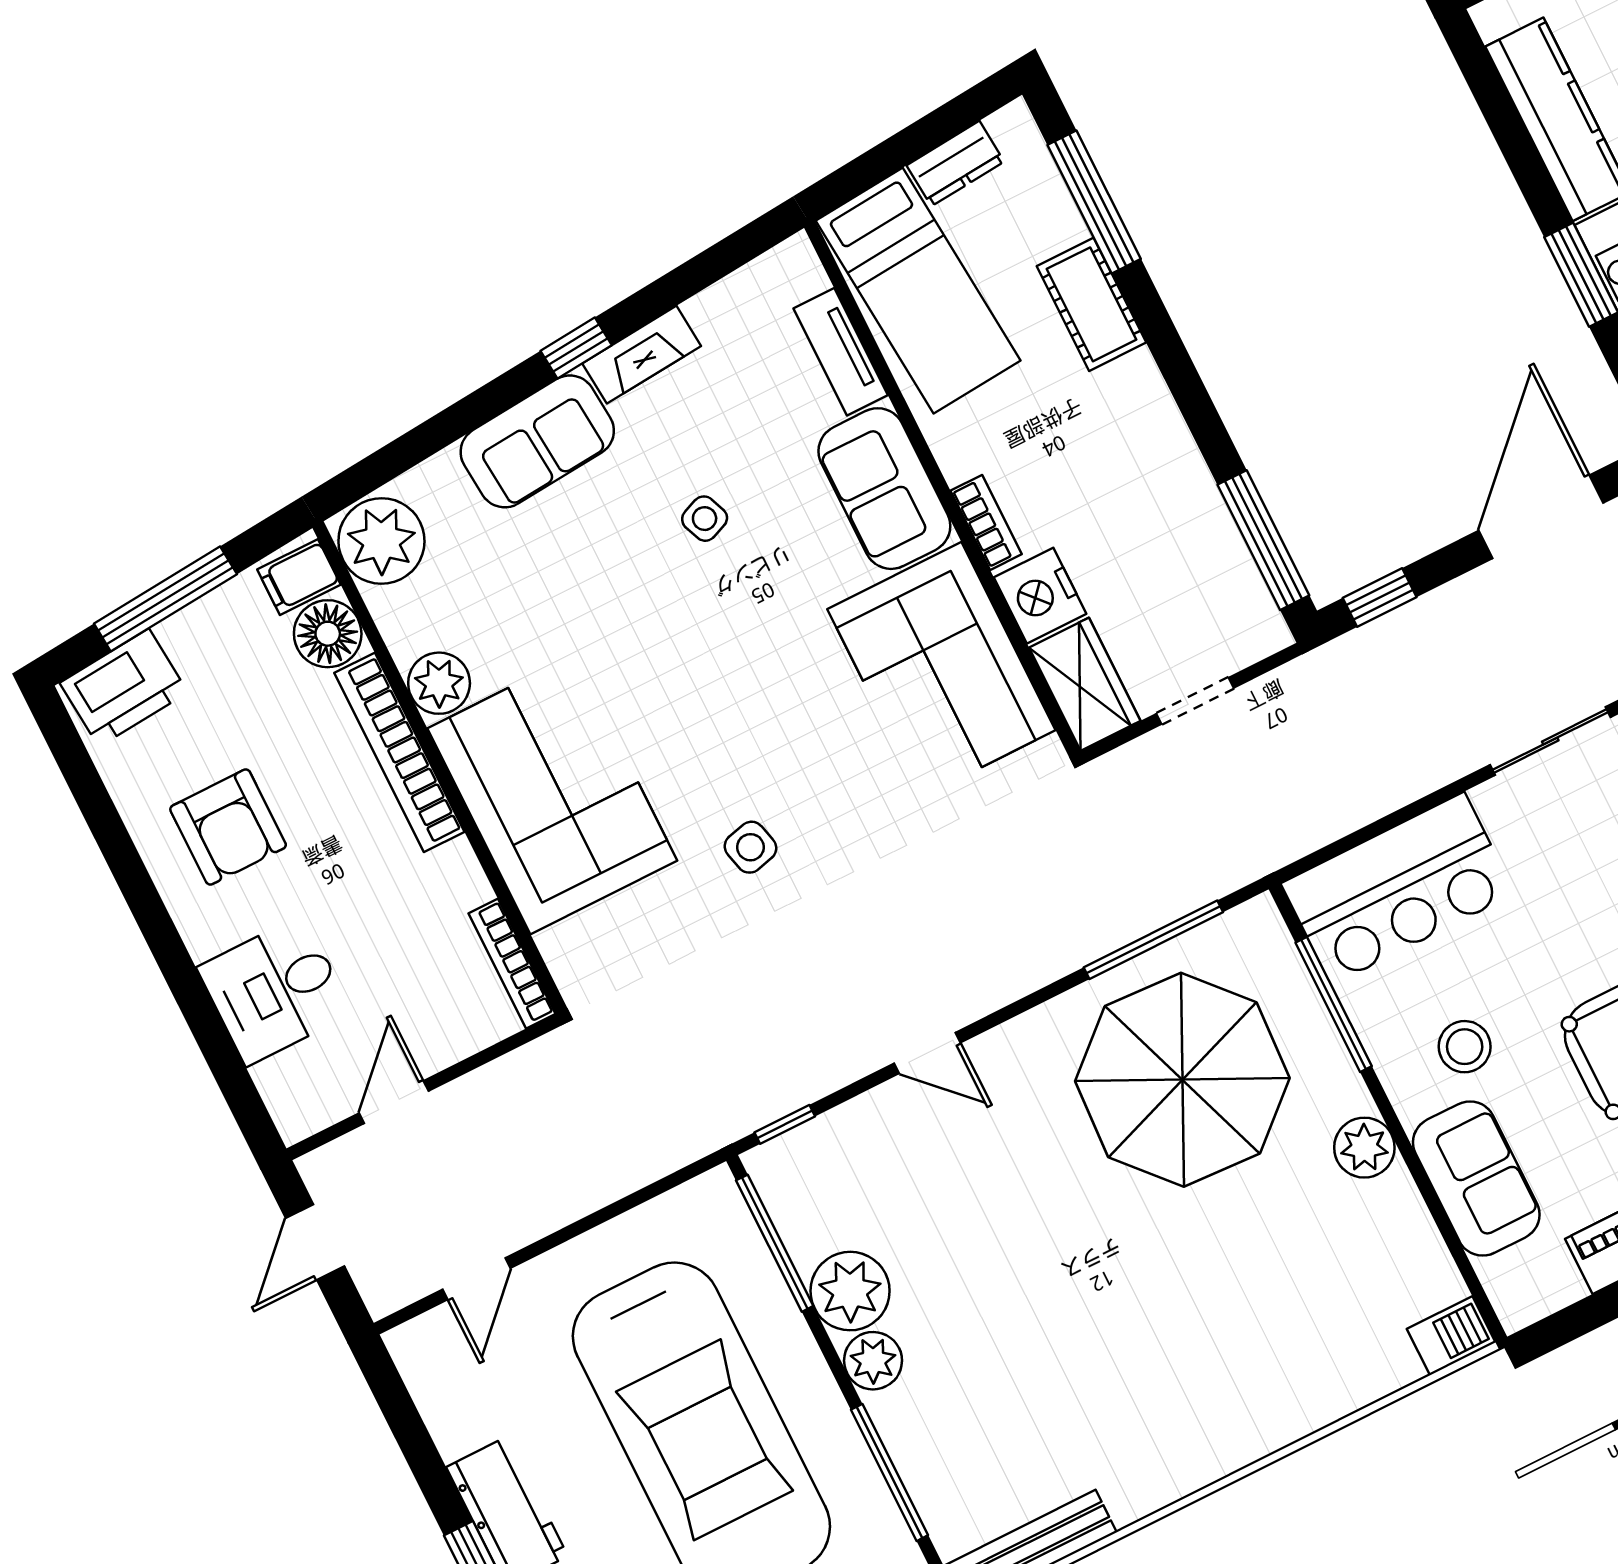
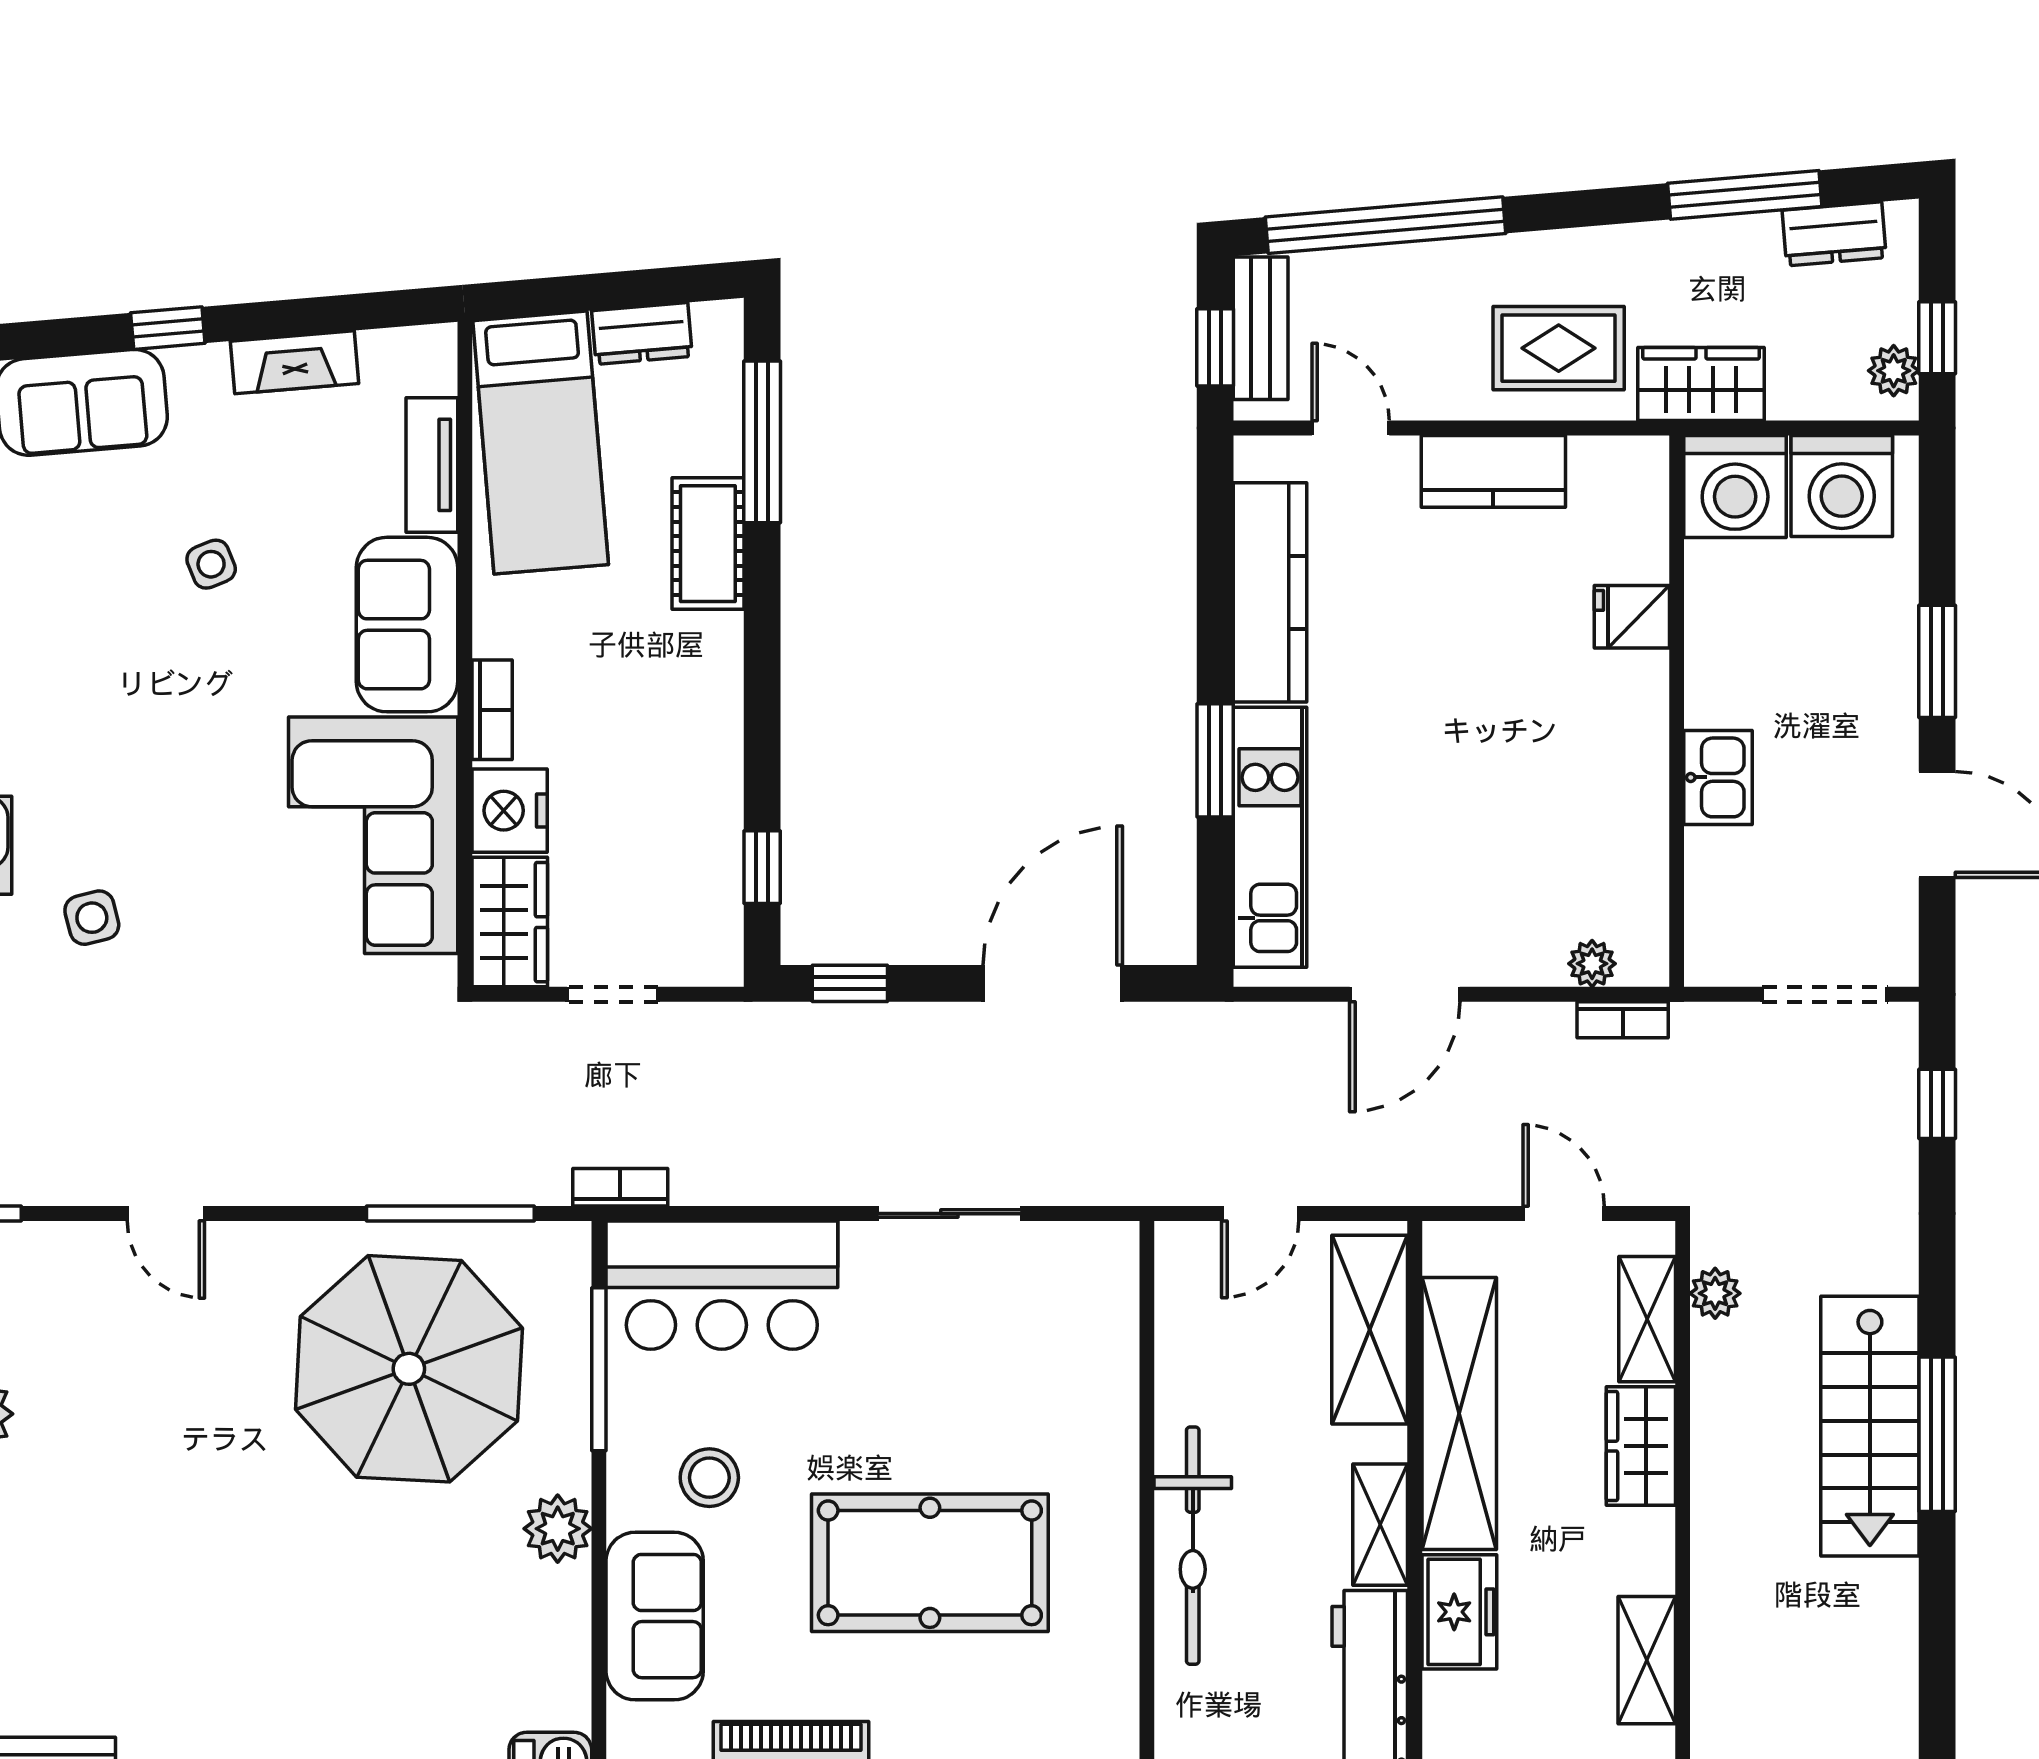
fireplace: (642, 355) -> (295, 362), moved
window: (1263, 540) -> (762, 867), width x0.46
bookcase: (1278, 851) -> (620, 1187), added

